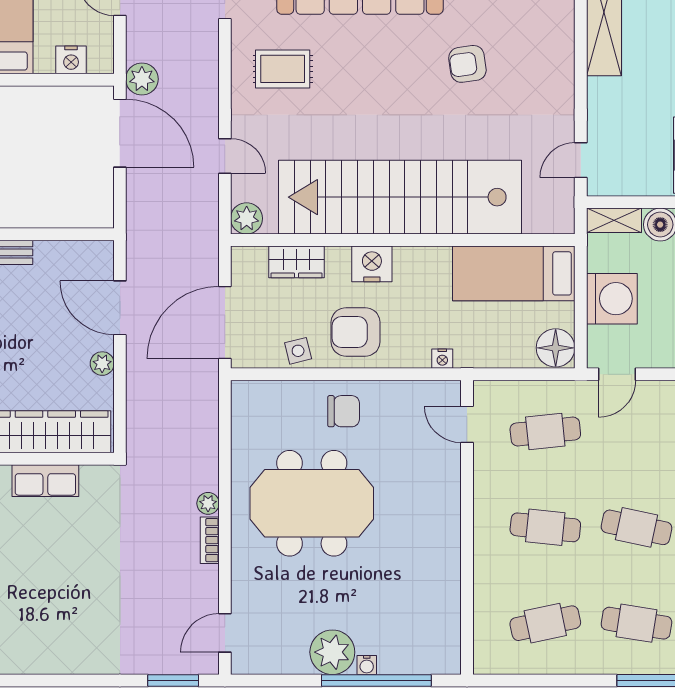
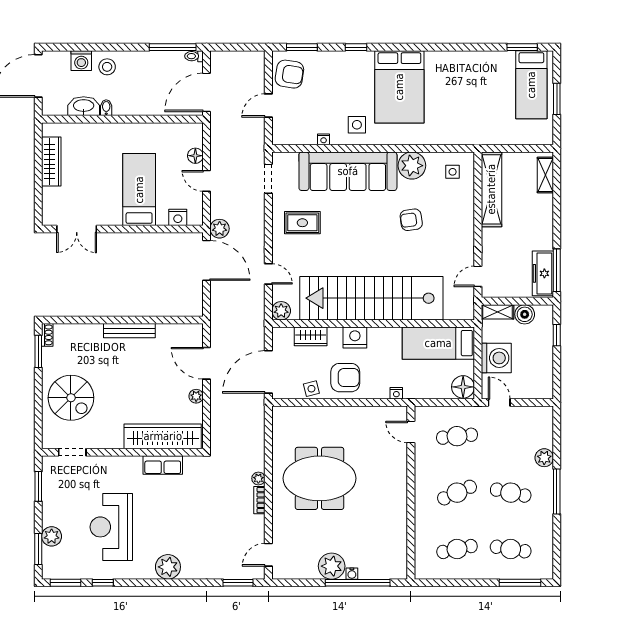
armchair: (356, 332) -> (345, 378), turned 180
door: (617, 374) -> (499, 402), swing flipped
chair: (344, 411) -> (338, 424), removed
cafe table: (545, 527) -> (457, 493), turned -30
plant: (54, 654) -> (168, 567), added

